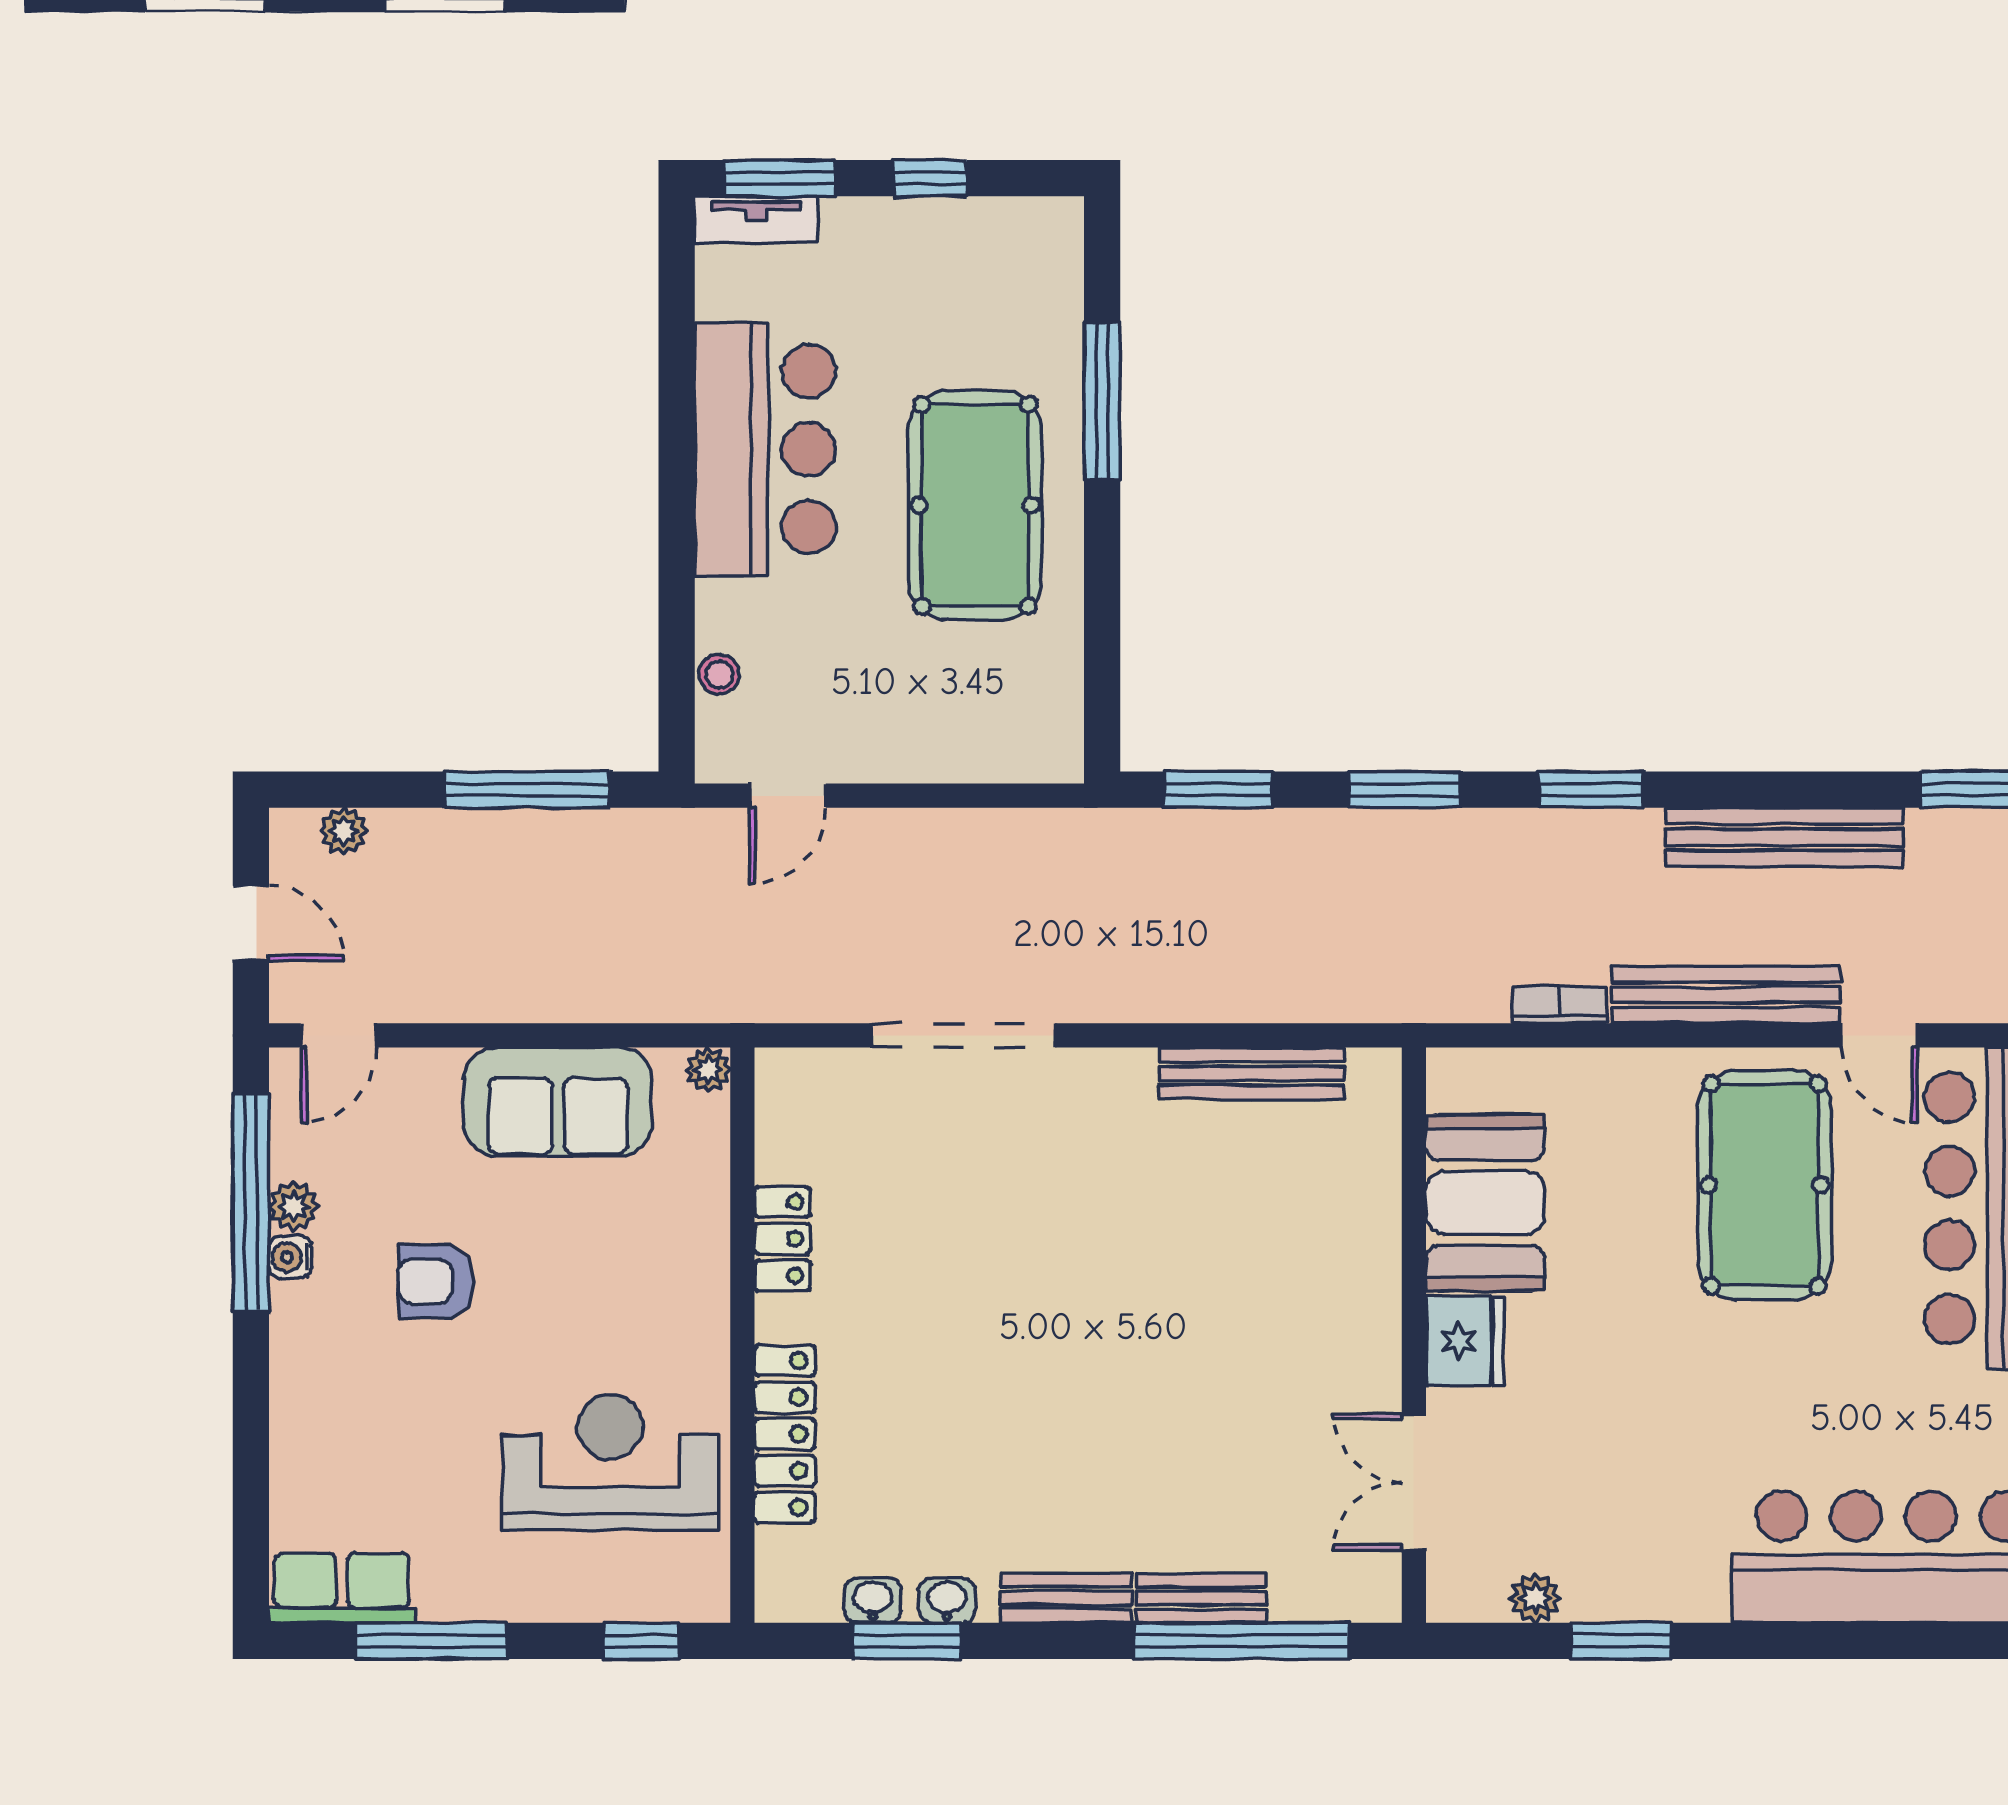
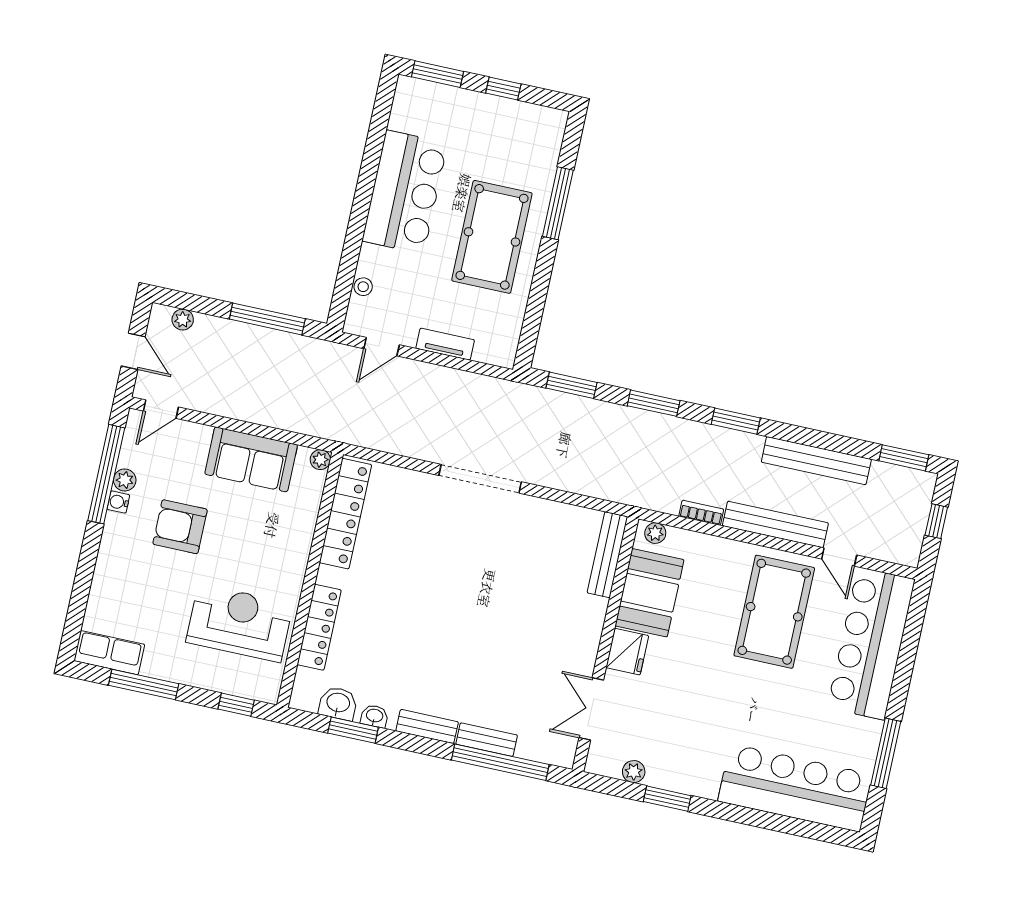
tv unit: (756, 220) -> (445, 344), moved, turned 180
doorway: (964, 1035) -> (480, 479), moved
plant: (1470, 1071) -> (655, 533), added
bench: (1252, 1073) -> (607, 555), moved, turned 90
locker: (782, 1239) -> (345, 514), width x2.16, depth x1.21
armchair: (436, 1281) -> (180, 527), width x1.38, depth x1.38
washbasin: (873, 1600) -> (338, 703), width x1.38, depth x1.45

